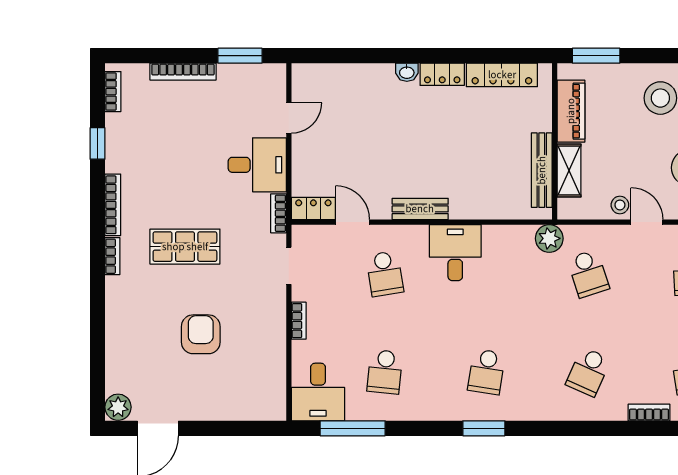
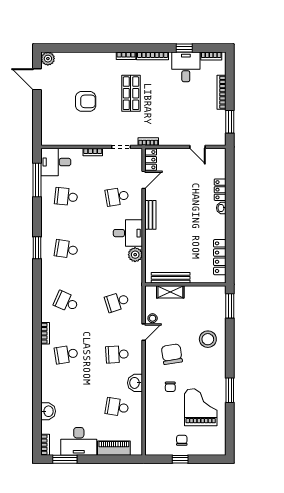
locker: (442, 74) -> (220, 190), moved
piano: (571, 111) -> (201, 293), removed
desk: (257, 165) -> (186, 67), moved, turned 180
plant: (549, 238) -> (135, 255), moved

